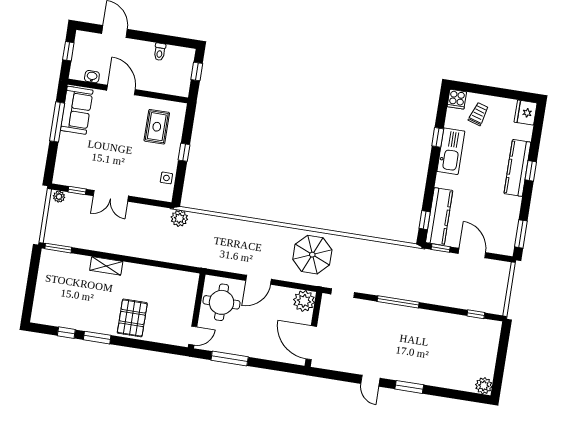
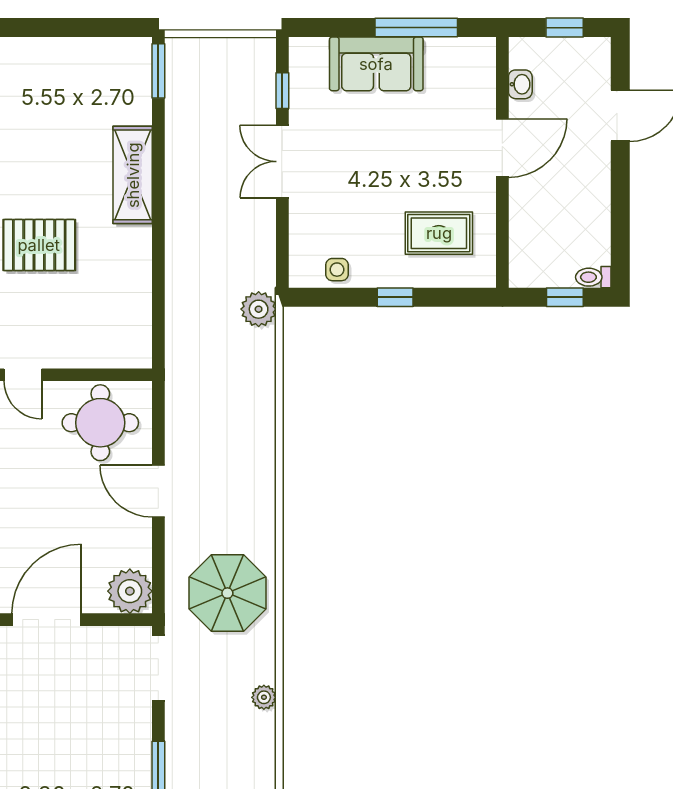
toilet: (160, 52) -> (593, 277), moved
sofa: (77, 110) -> (376, 64), moved
plant: (59, 197) -> (264, 697), moved
shelving: (106, 266) -> (133, 175), width x1.50, depth x1.33
doorway: (343, 293) -> (158, 668), width x1.38

